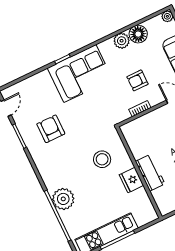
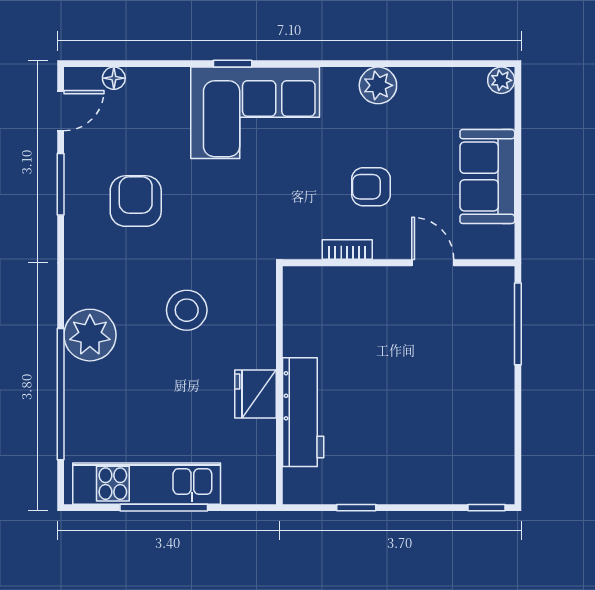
floor lamp: (138, 34) -> (114, 78), moved, width x0.53, depth x0.53
stool: (102, 159) -> (187, 310), moved
workbench: (150, 173) -> (303, 412), width x1.37
plant: (63, 199) -> (90, 335), moved

